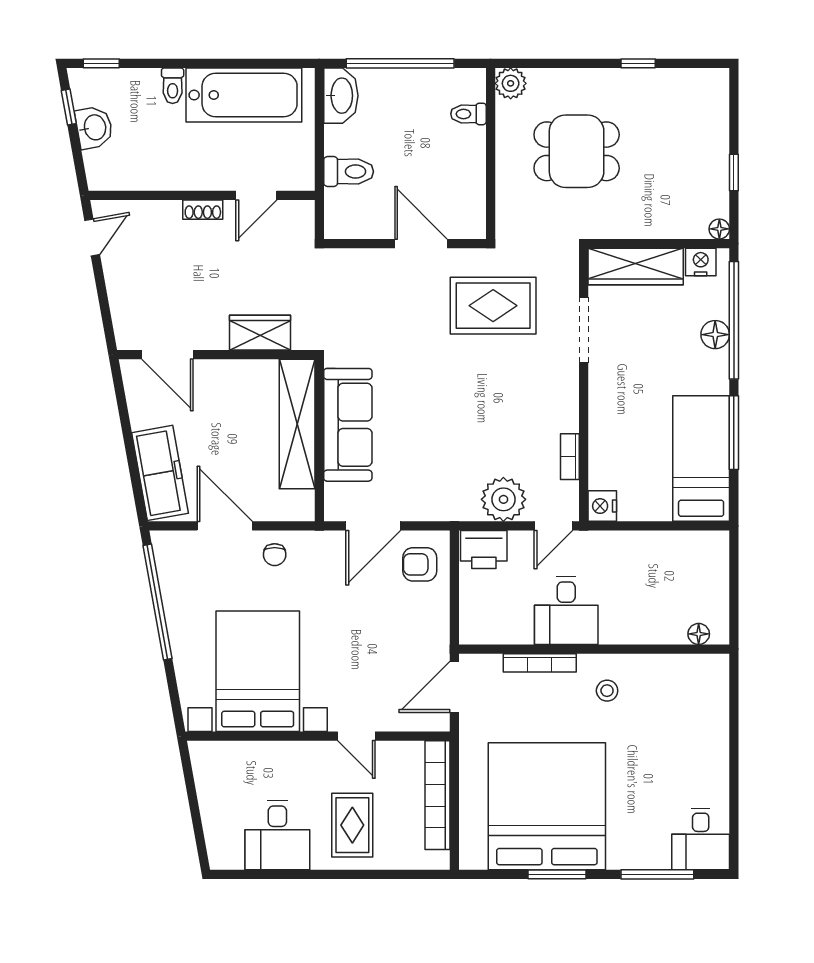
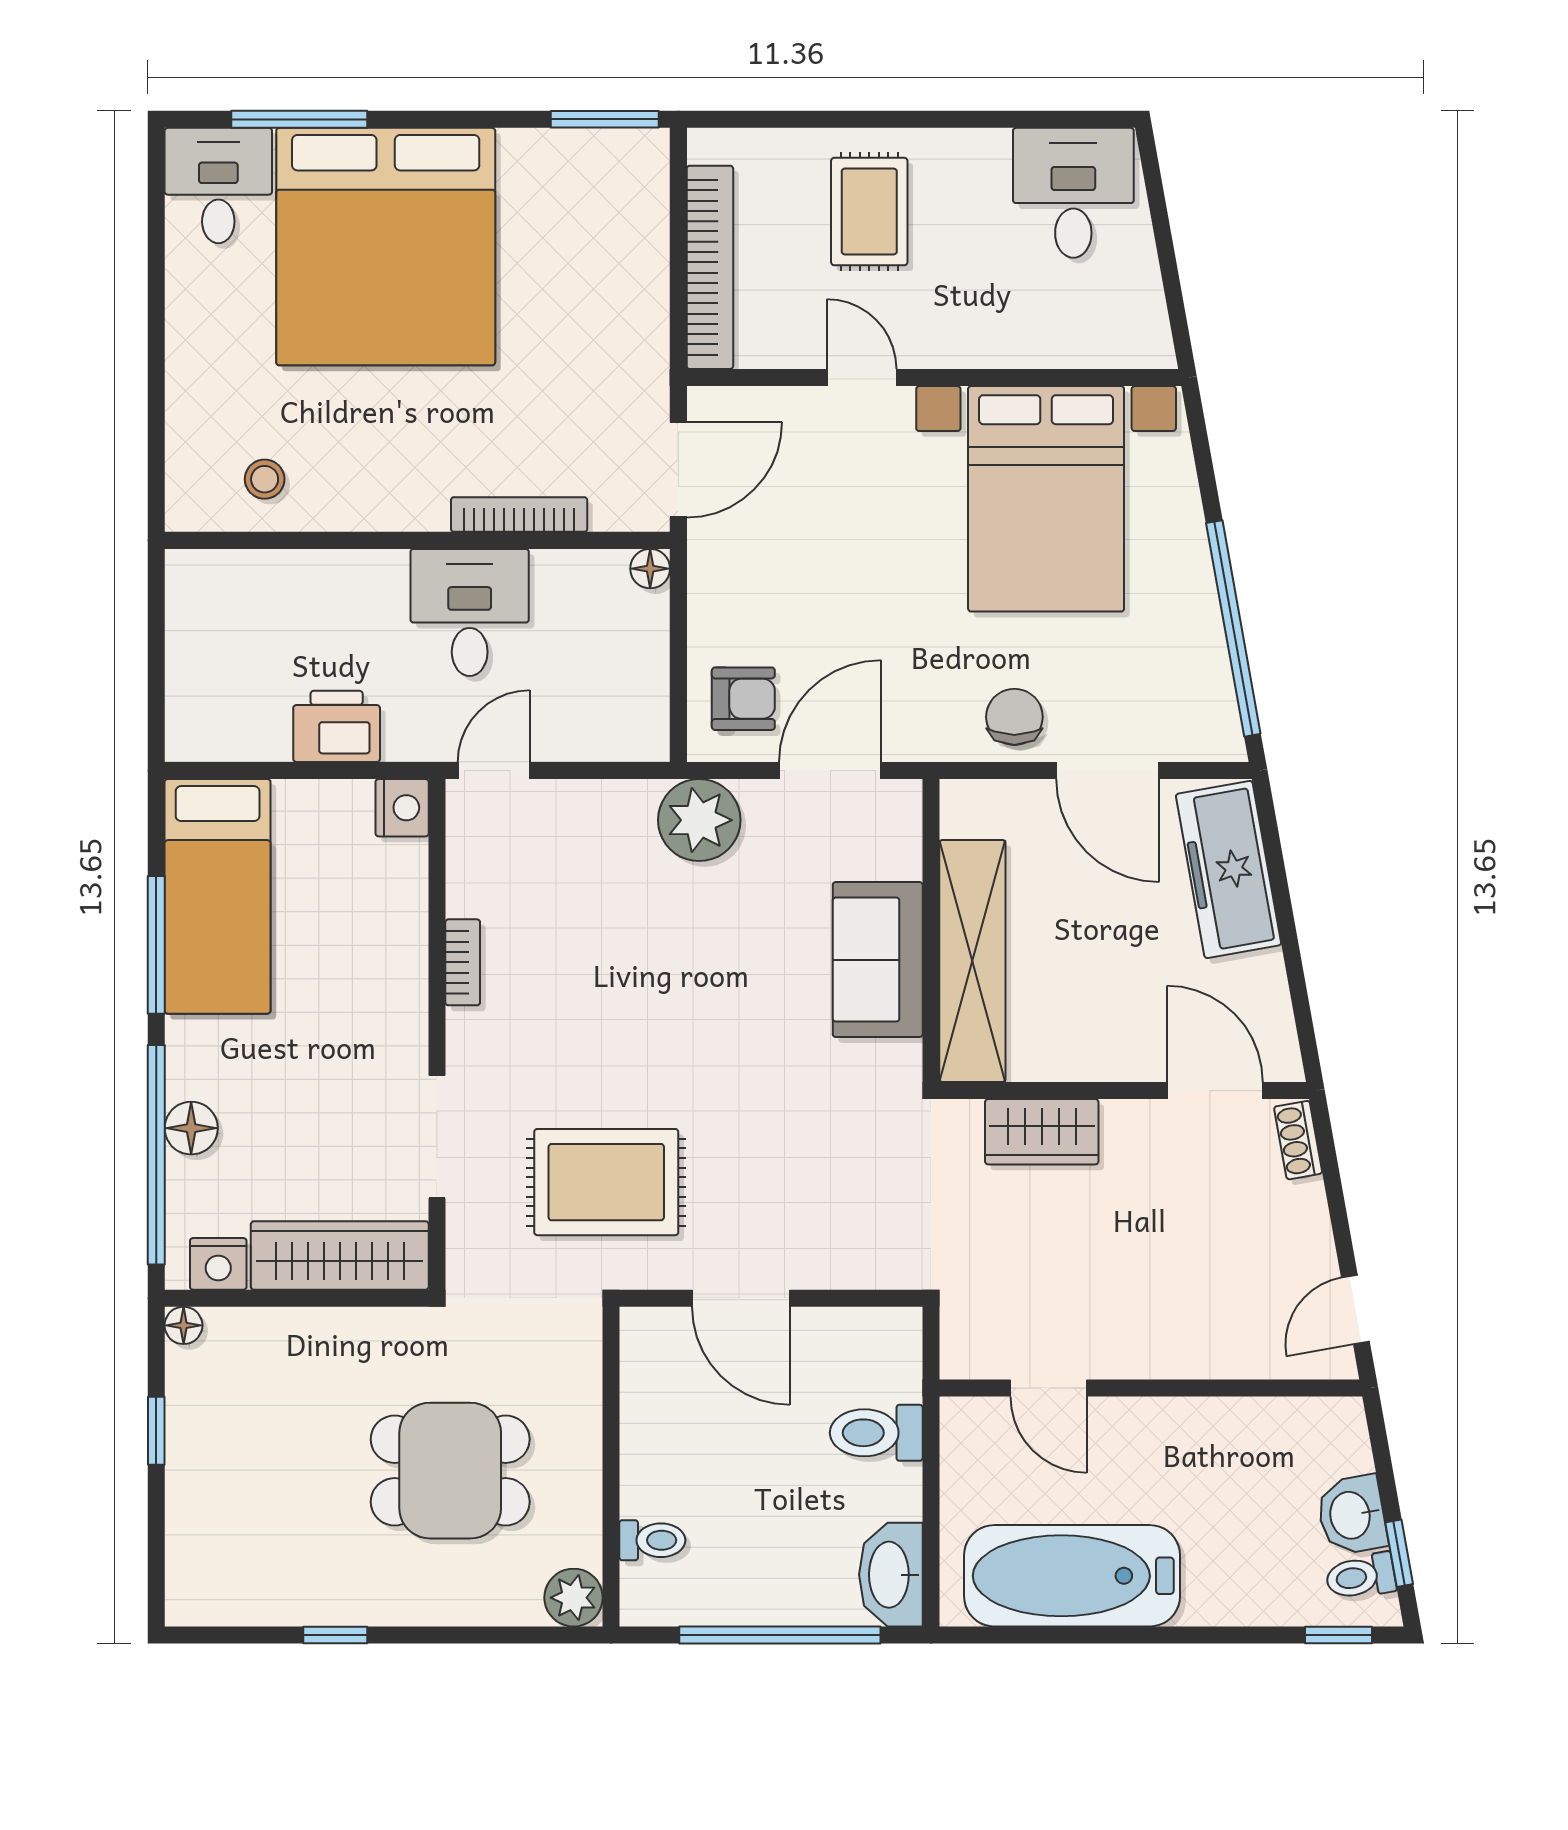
toilet: (173, 86) -> (1361, 1577), moved, turned -100
door: (256, 195) -> (1049, 1388), swing flipped
shoe rack: (203, 210) -> (1298, 1140), moved, turned -100
sofa: (348, 425) -> (878, 960), width x0.73
bookcase: (570, 457) -> (463, 962), moved
plant: (503, 499) -> (699, 820), moved
printer: (484, 550) -> (337, 726), moved
chair: (275, 555) -> (1014, 717), width x1.37, depth x1.37
floor lamp: (699, 634) -> (650, 569), moved
stool: (607, 691) -> (265, 479), moved
bed: (547, 806) -> (386, 247), moved
desk: (277, 835) -> (1073, 193), moved
window: (557, 874) -> (605, 119), moved

